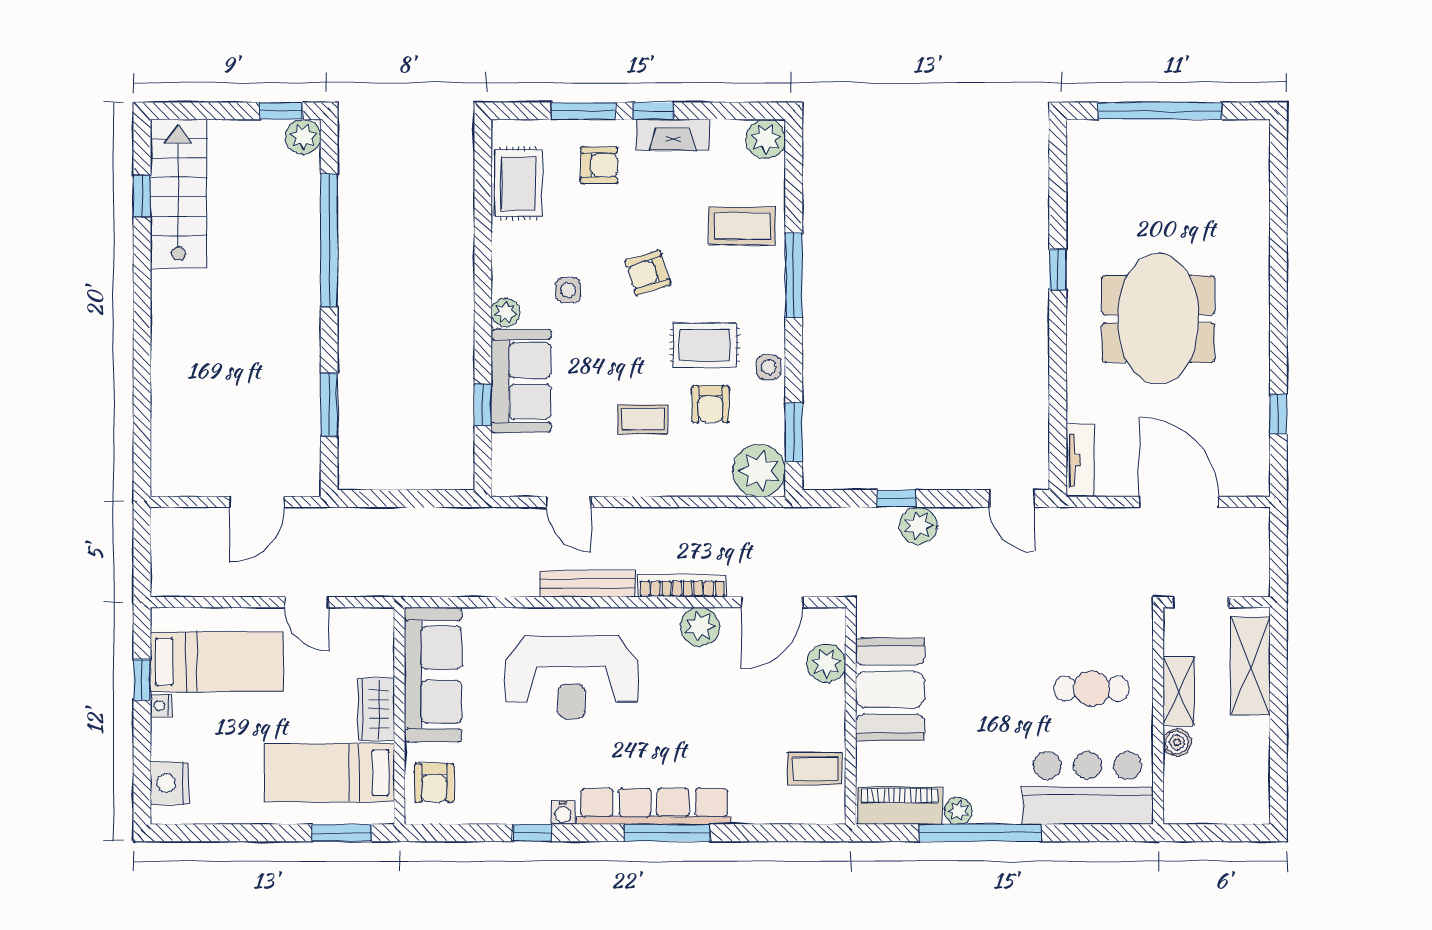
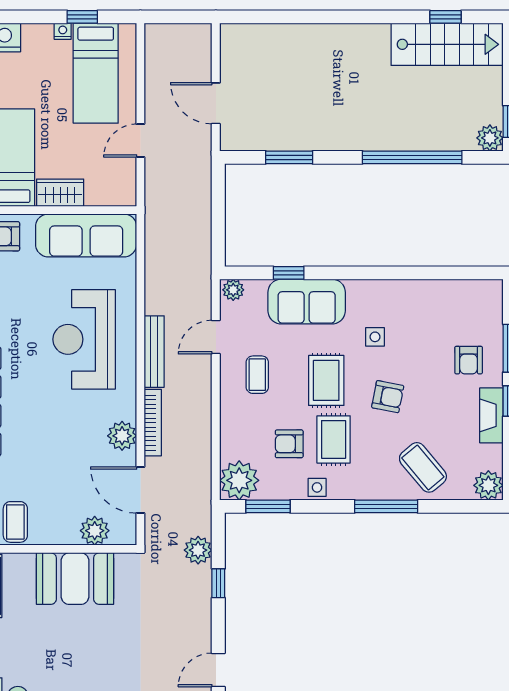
rug: (518, 183) -> (326, 380), moved, turned 90
coffee table: (742, 226) -> (423, 467), turned -40
armchair: (648, 273) -> (388, 397), turned 119
plant: (505, 312) -> (233, 290), moved
coffee table: (643, 419) -> (257, 375), moved
plant: (918, 526) -> (198, 550), moved

